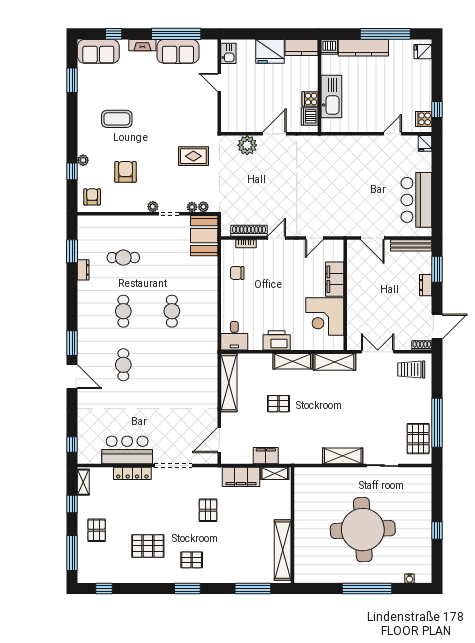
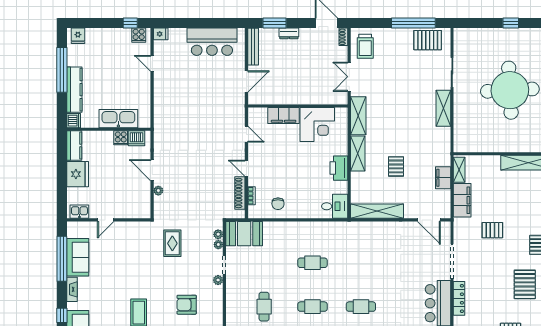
plant: (247, 145) -> (158, 191), width x0.53, depth x0.53

